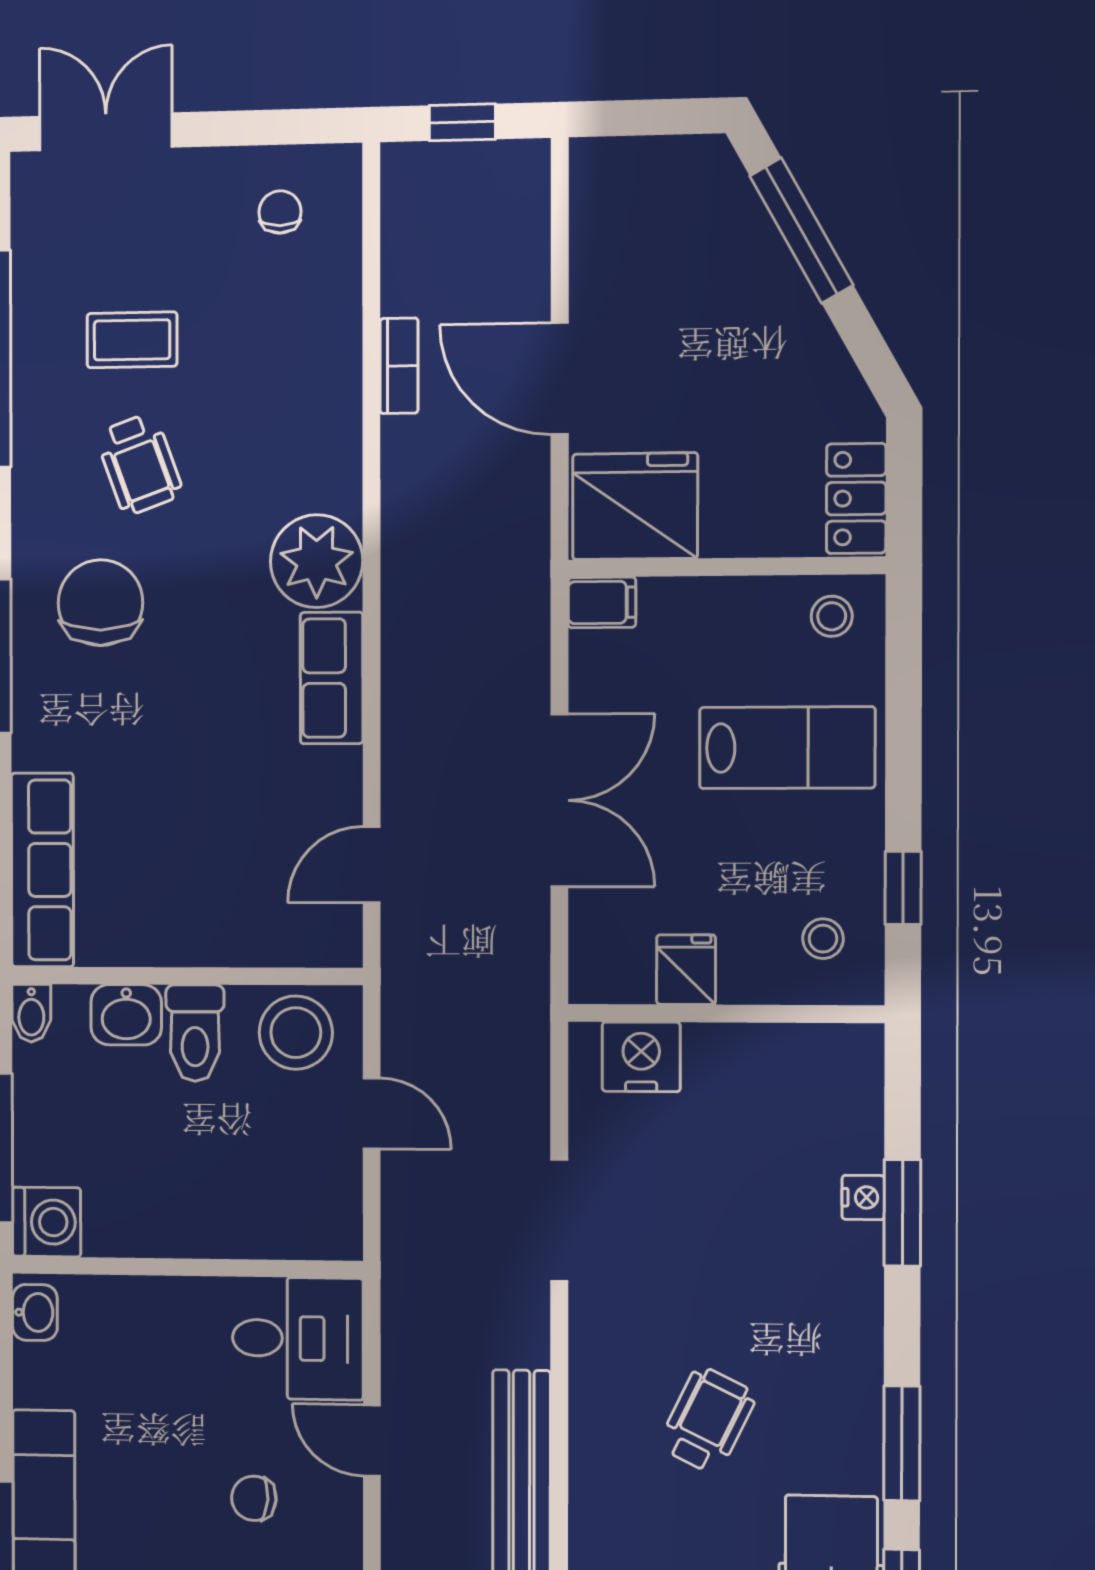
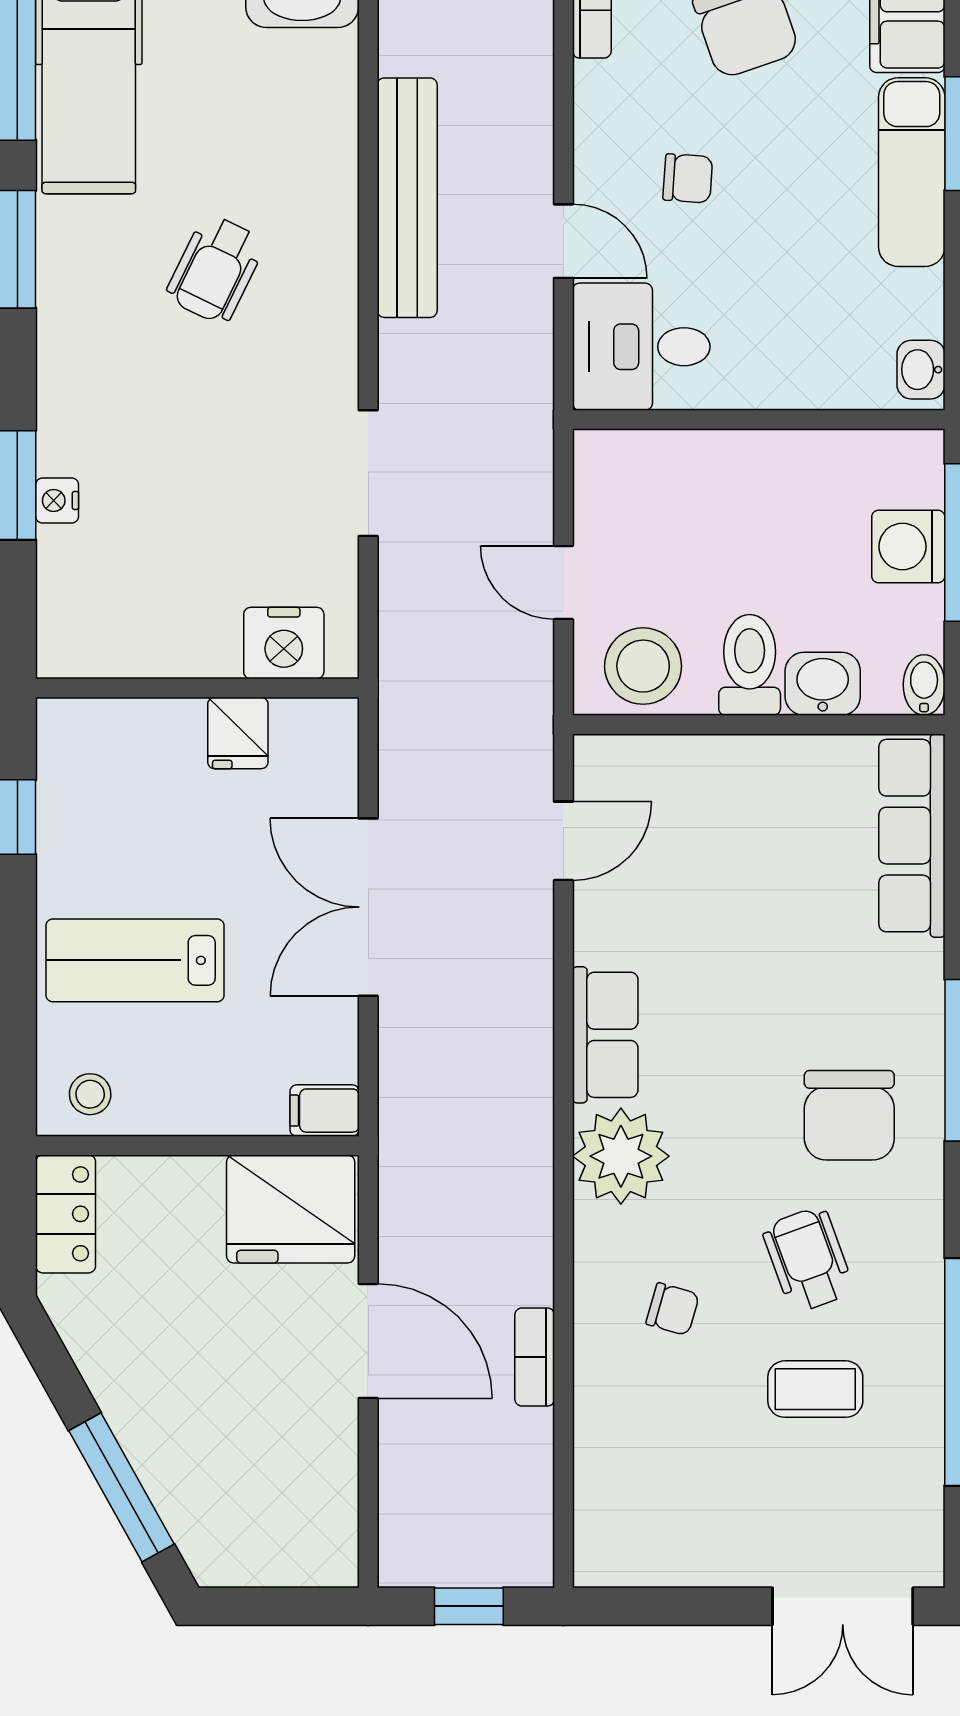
chair: (280, 212) -> (673, 1309), moved, turned -74
stool: (823, 939) -> (98, 765), removed
washing machine: (46, 1222) -> (908, 546), moved

